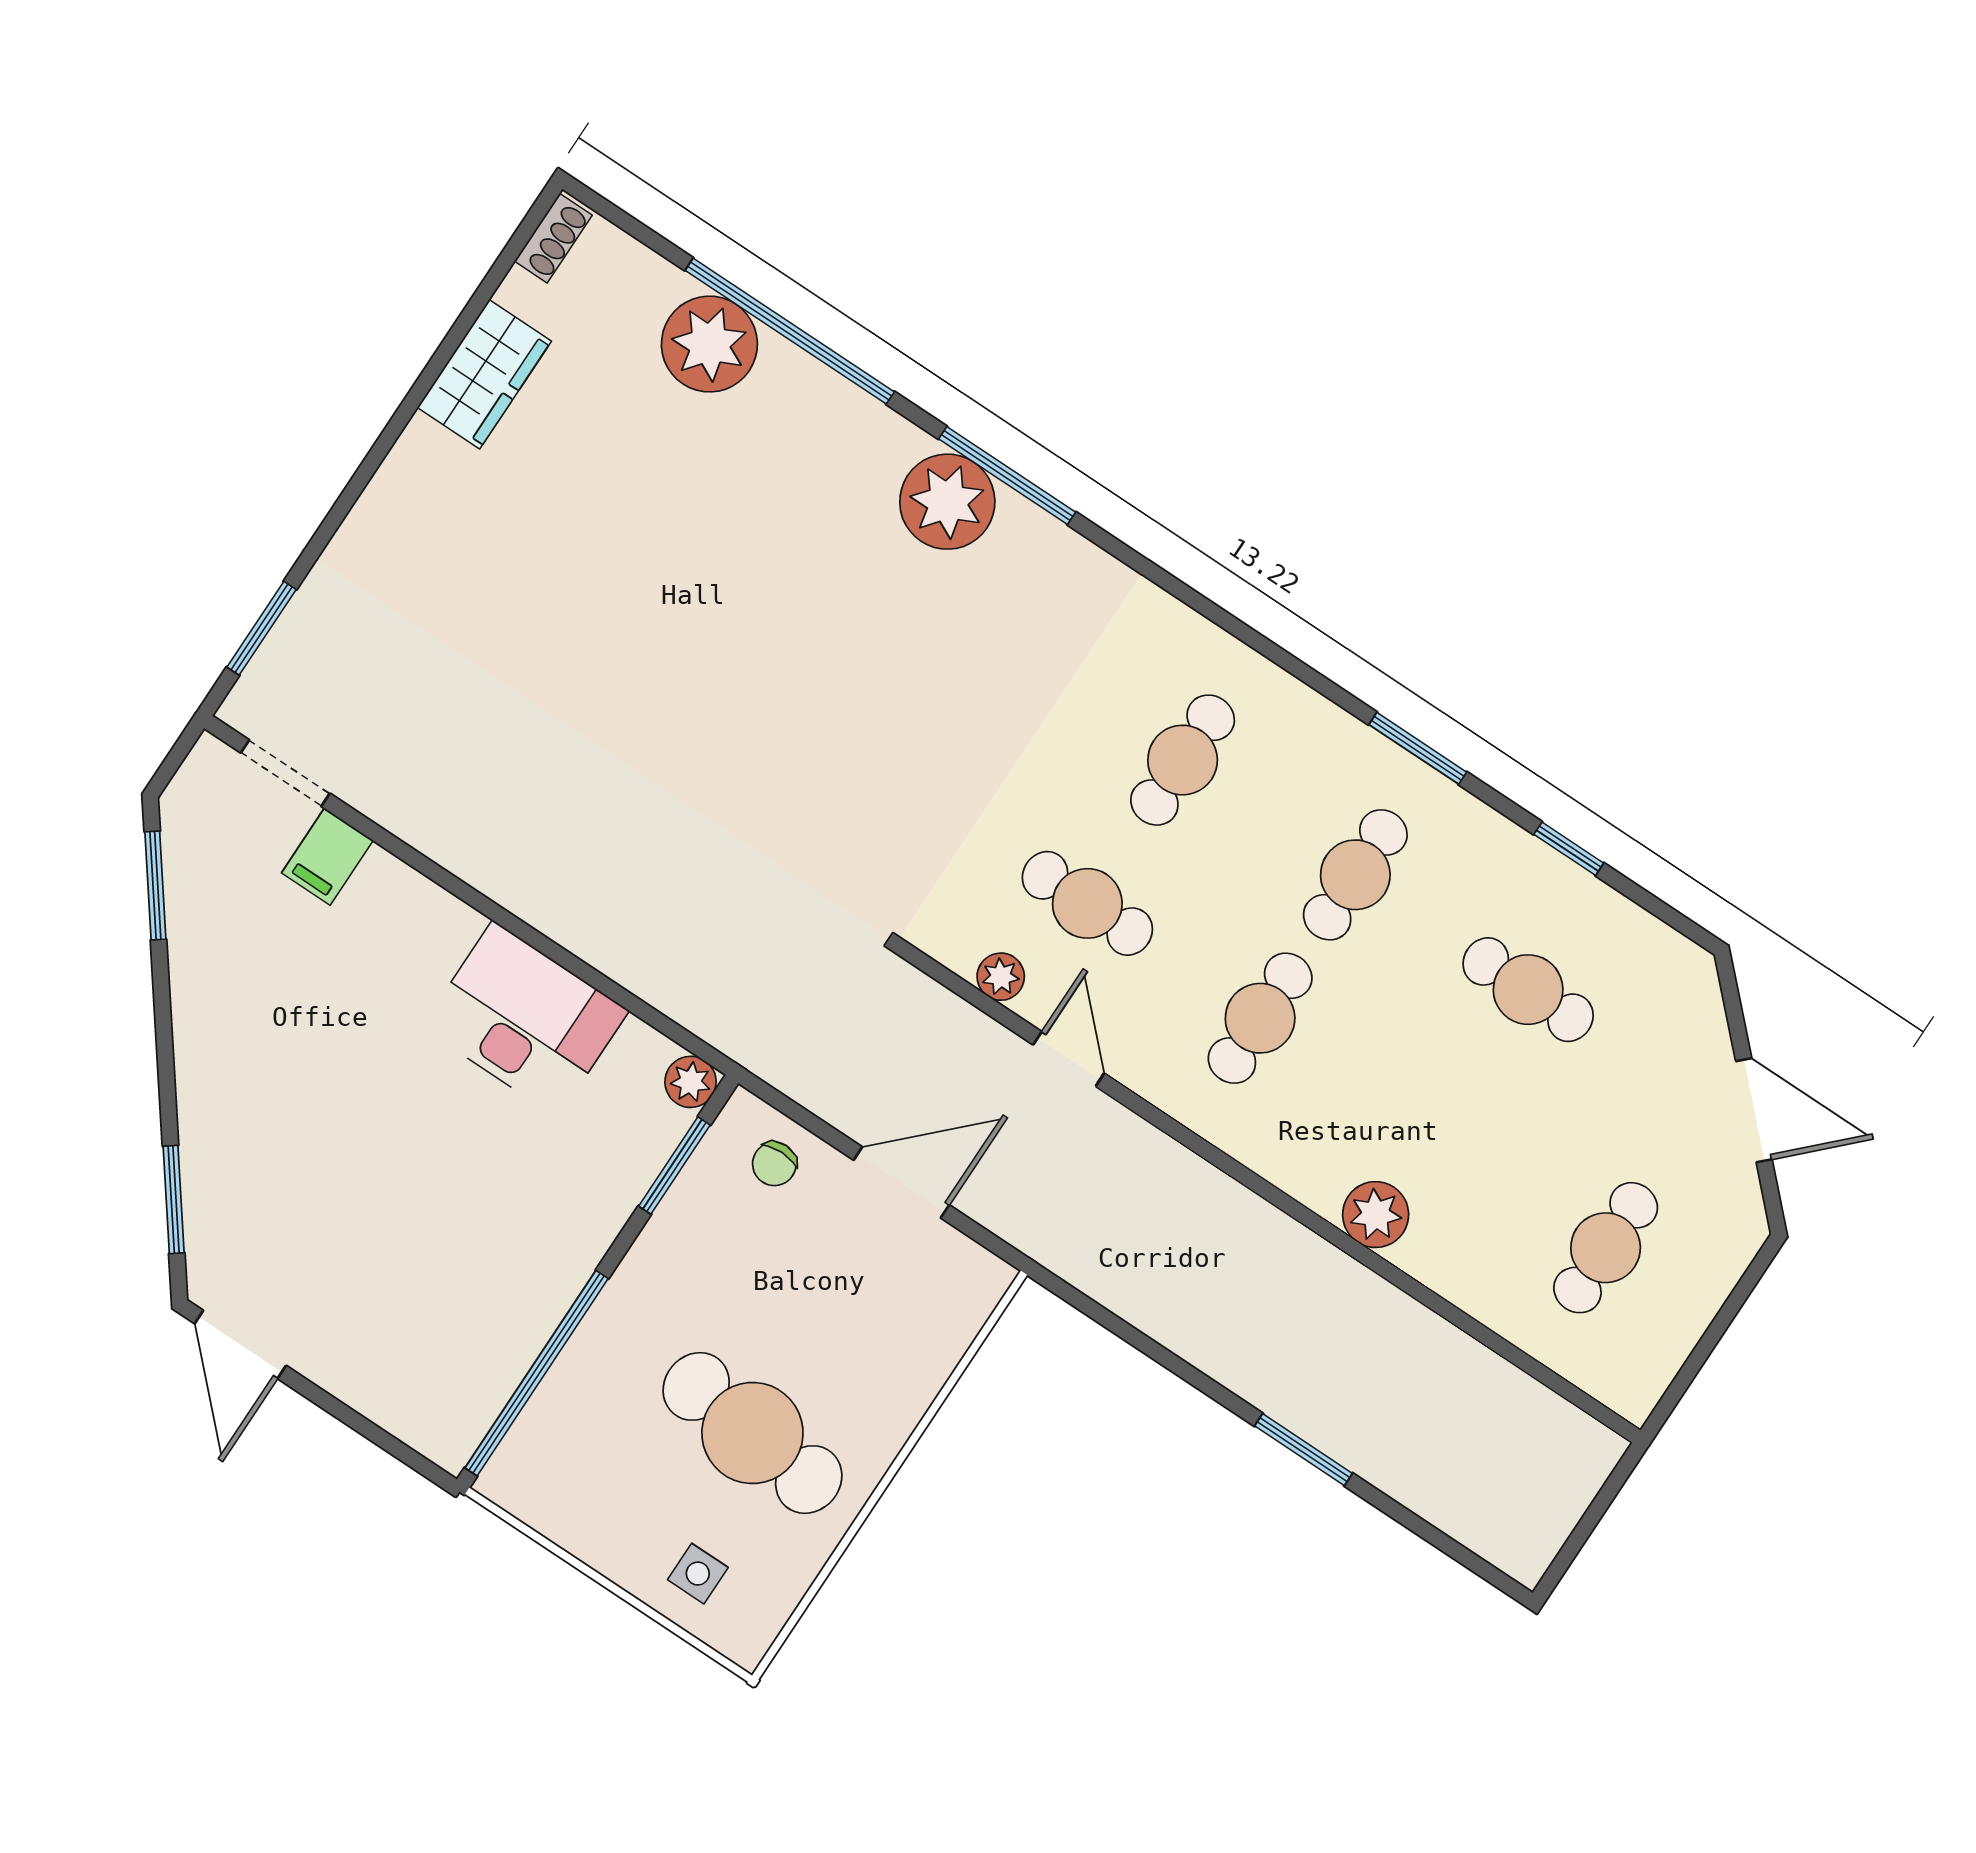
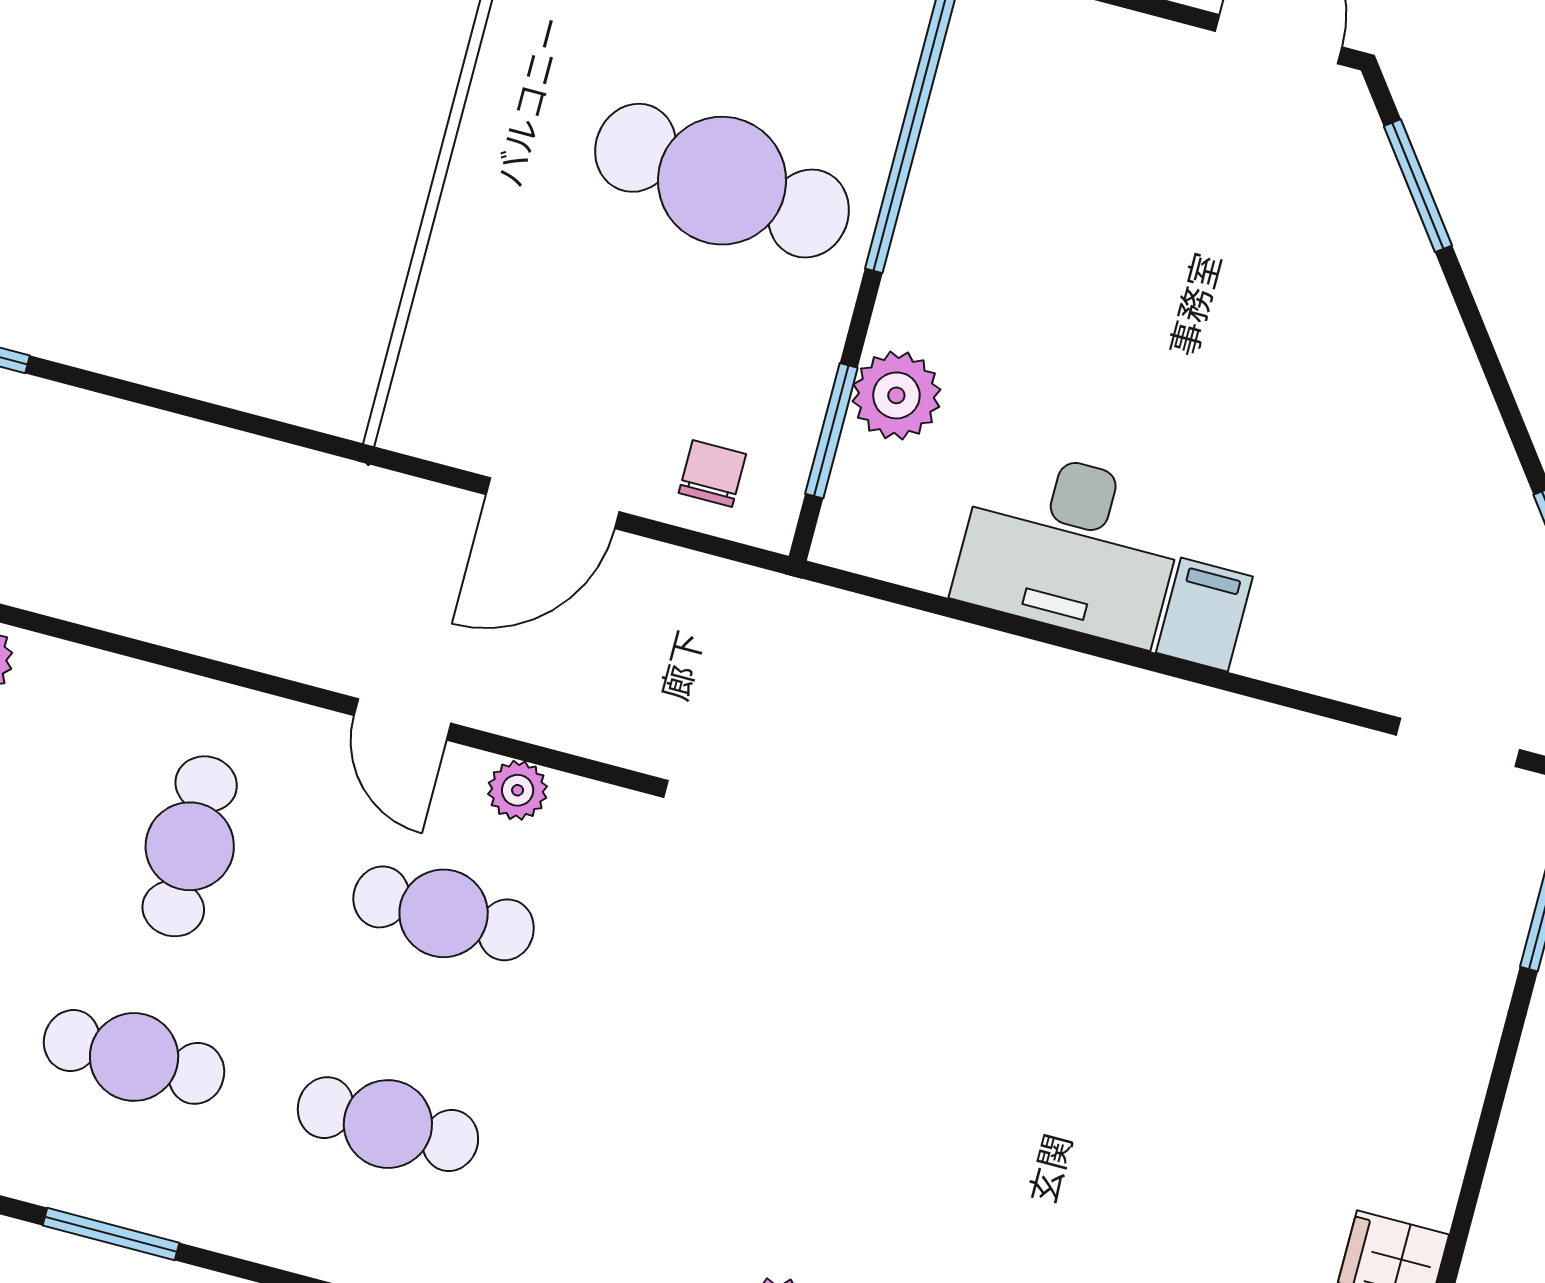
cafe table: (1183, 760) -> (388, 1124), turned 90
filing cabinet: (327, 857) -> (1204, 615), moved
cafe table: (1355, 875) -> (134, 1057), turned 90
plant: (691, 1082) -> (896, 395), moved, width x1.38, depth x1.38
cafe table: (752, 1433) -> (722, 181), moved

